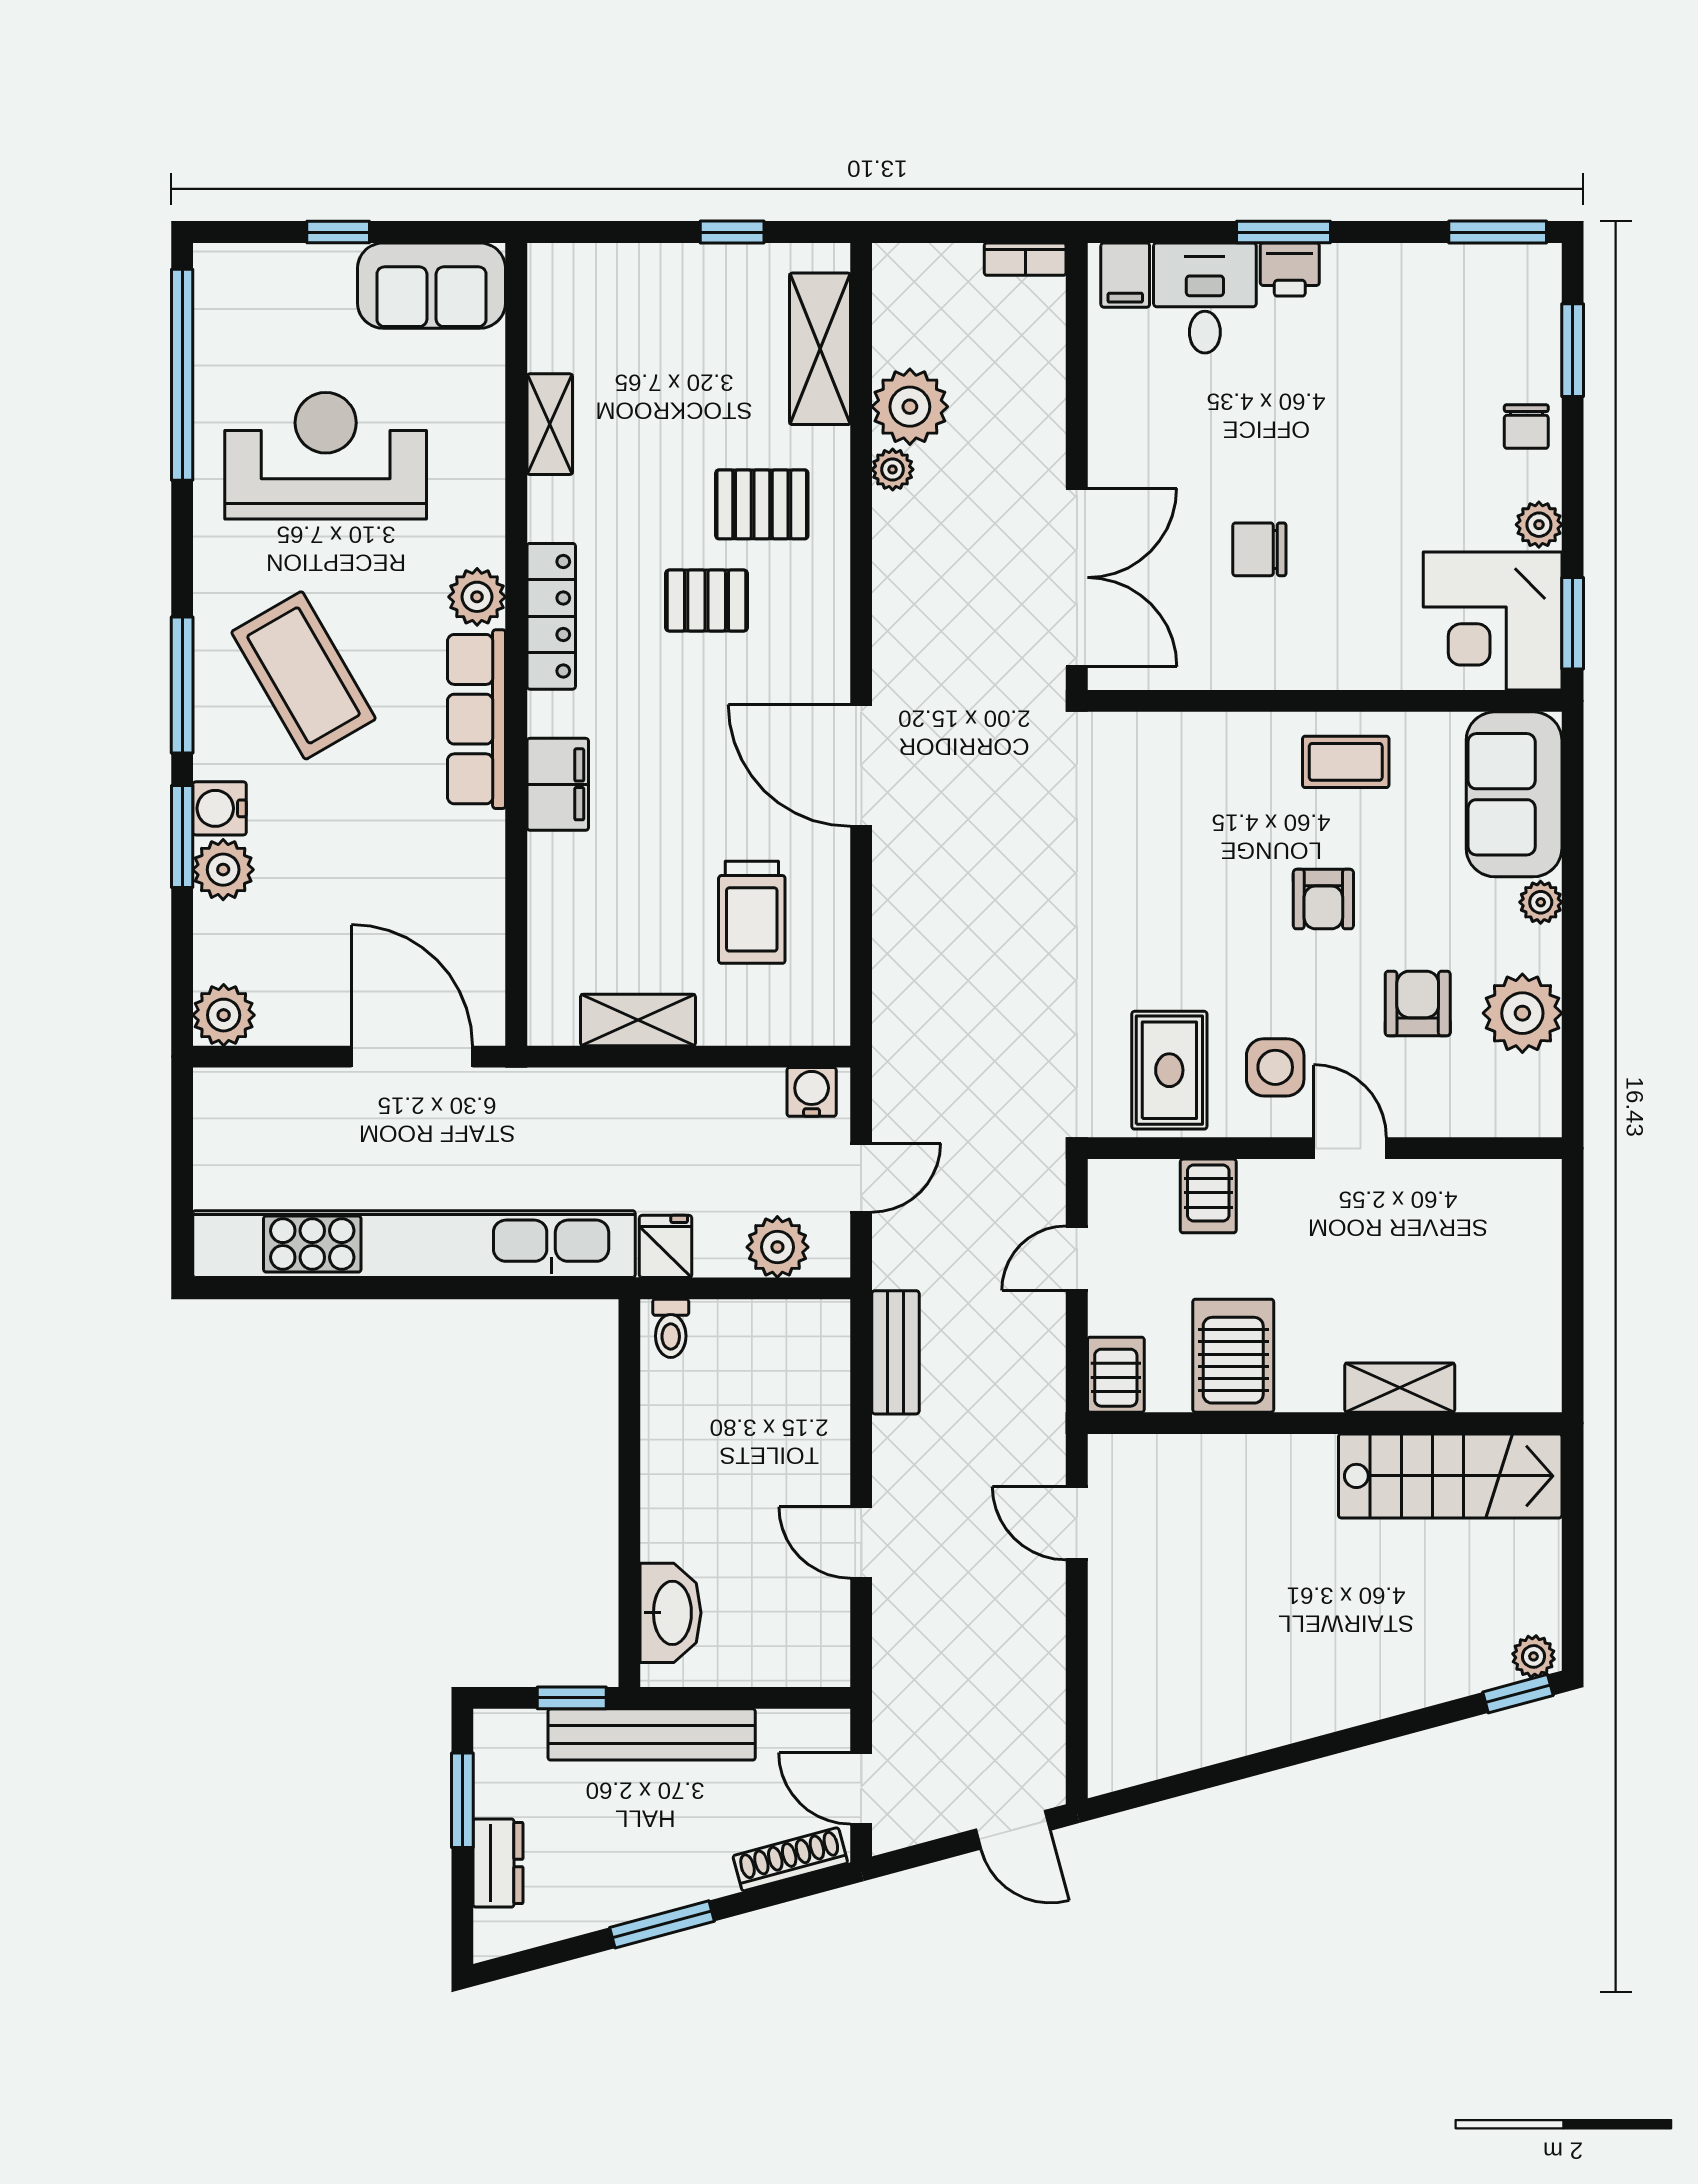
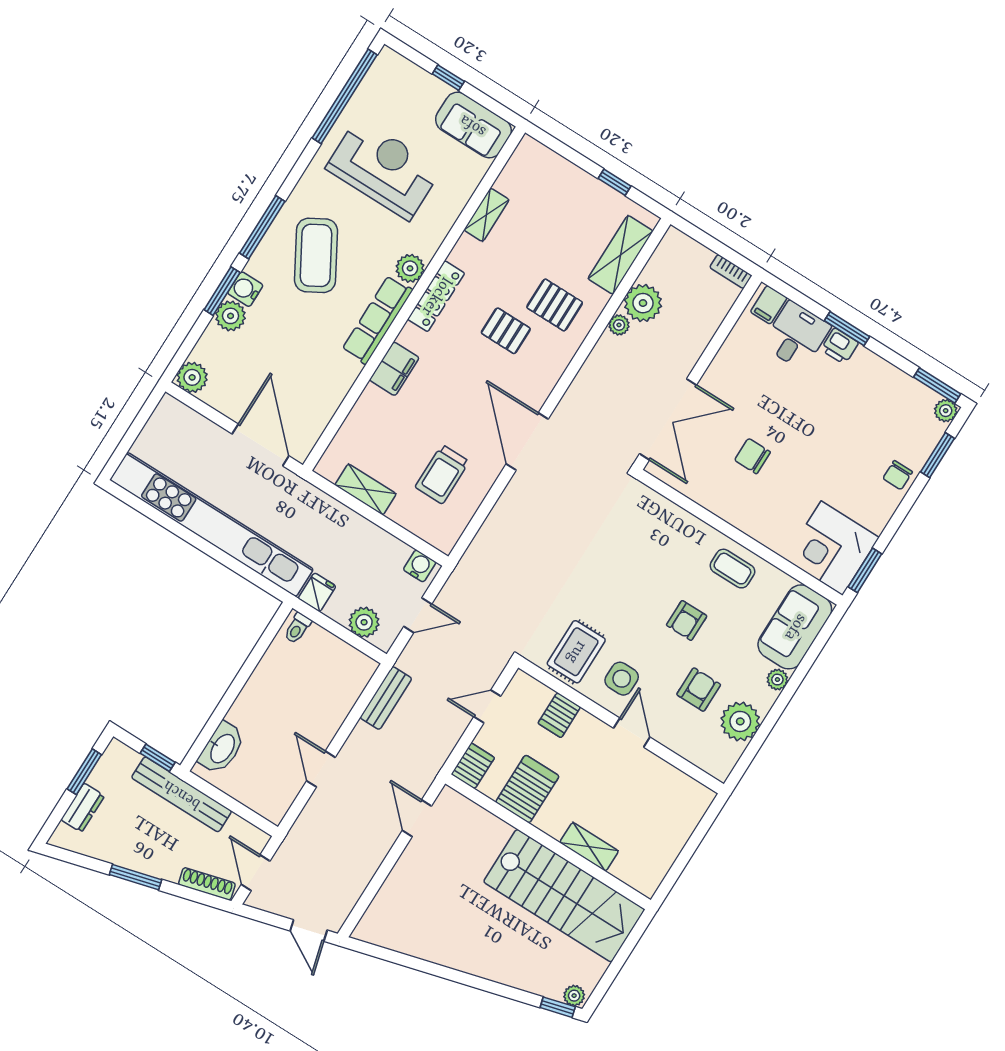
plant: (1539, 525) -> (946, 411), moved
stairs: (1450, 1476) -> (564, 896), width x1.36, depth x1.51

